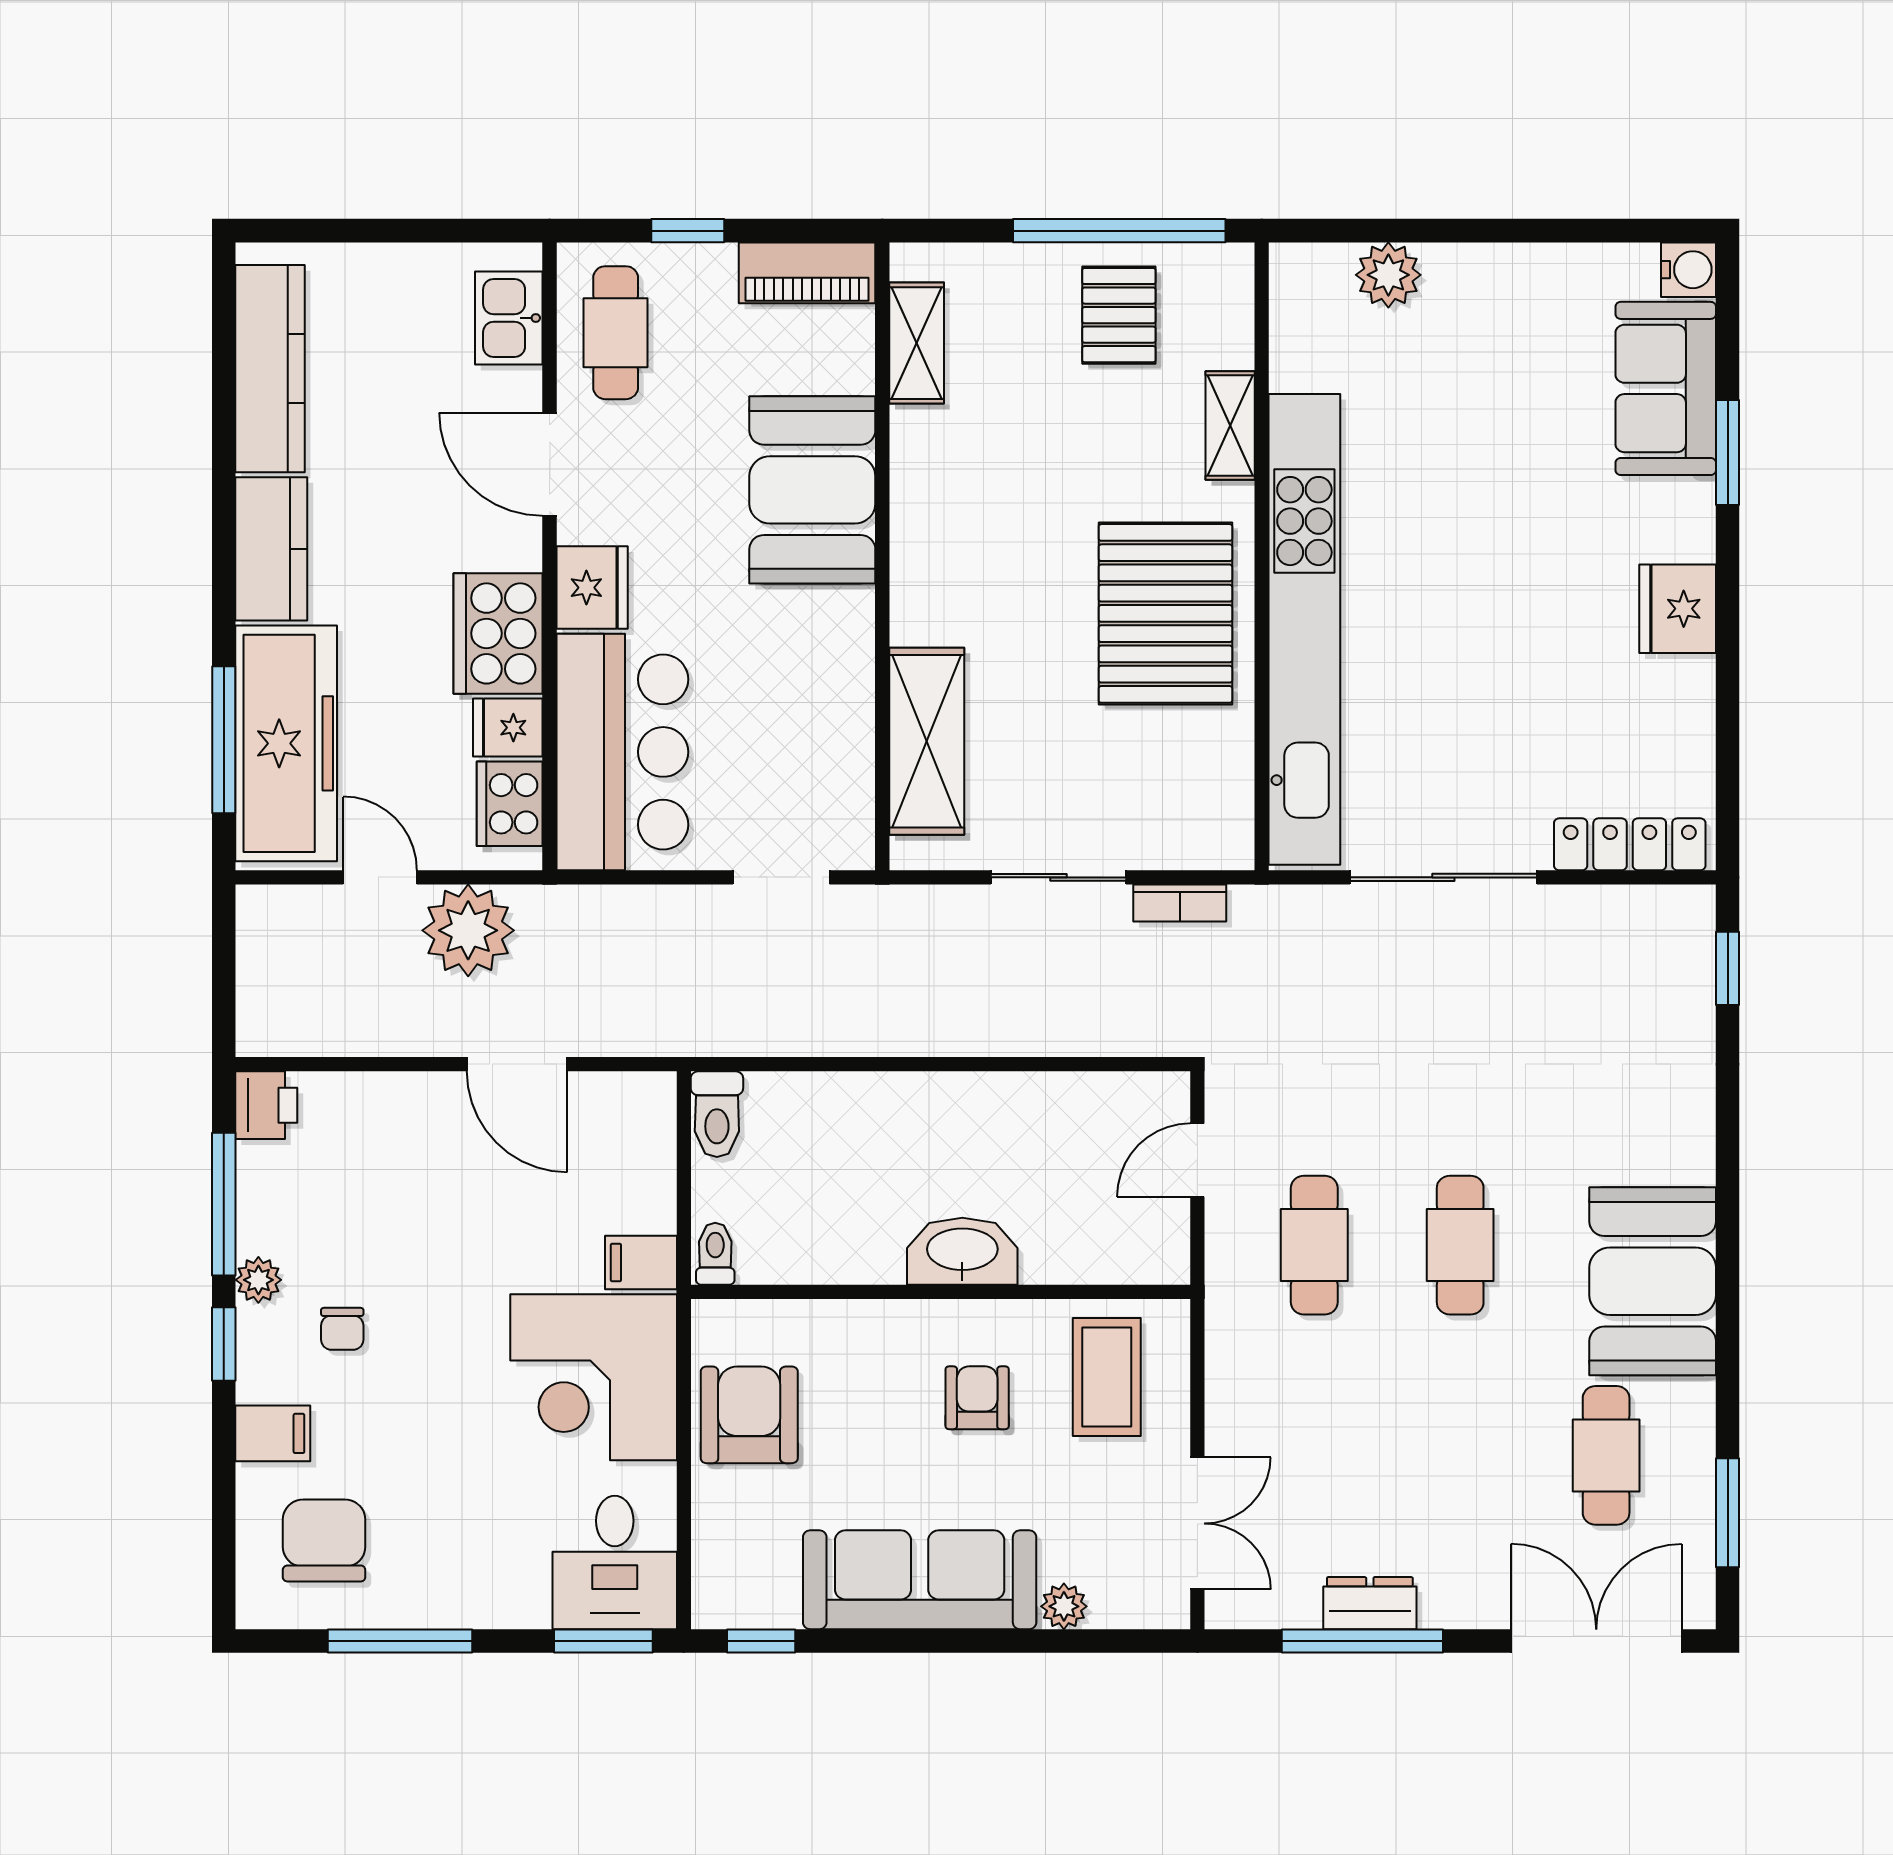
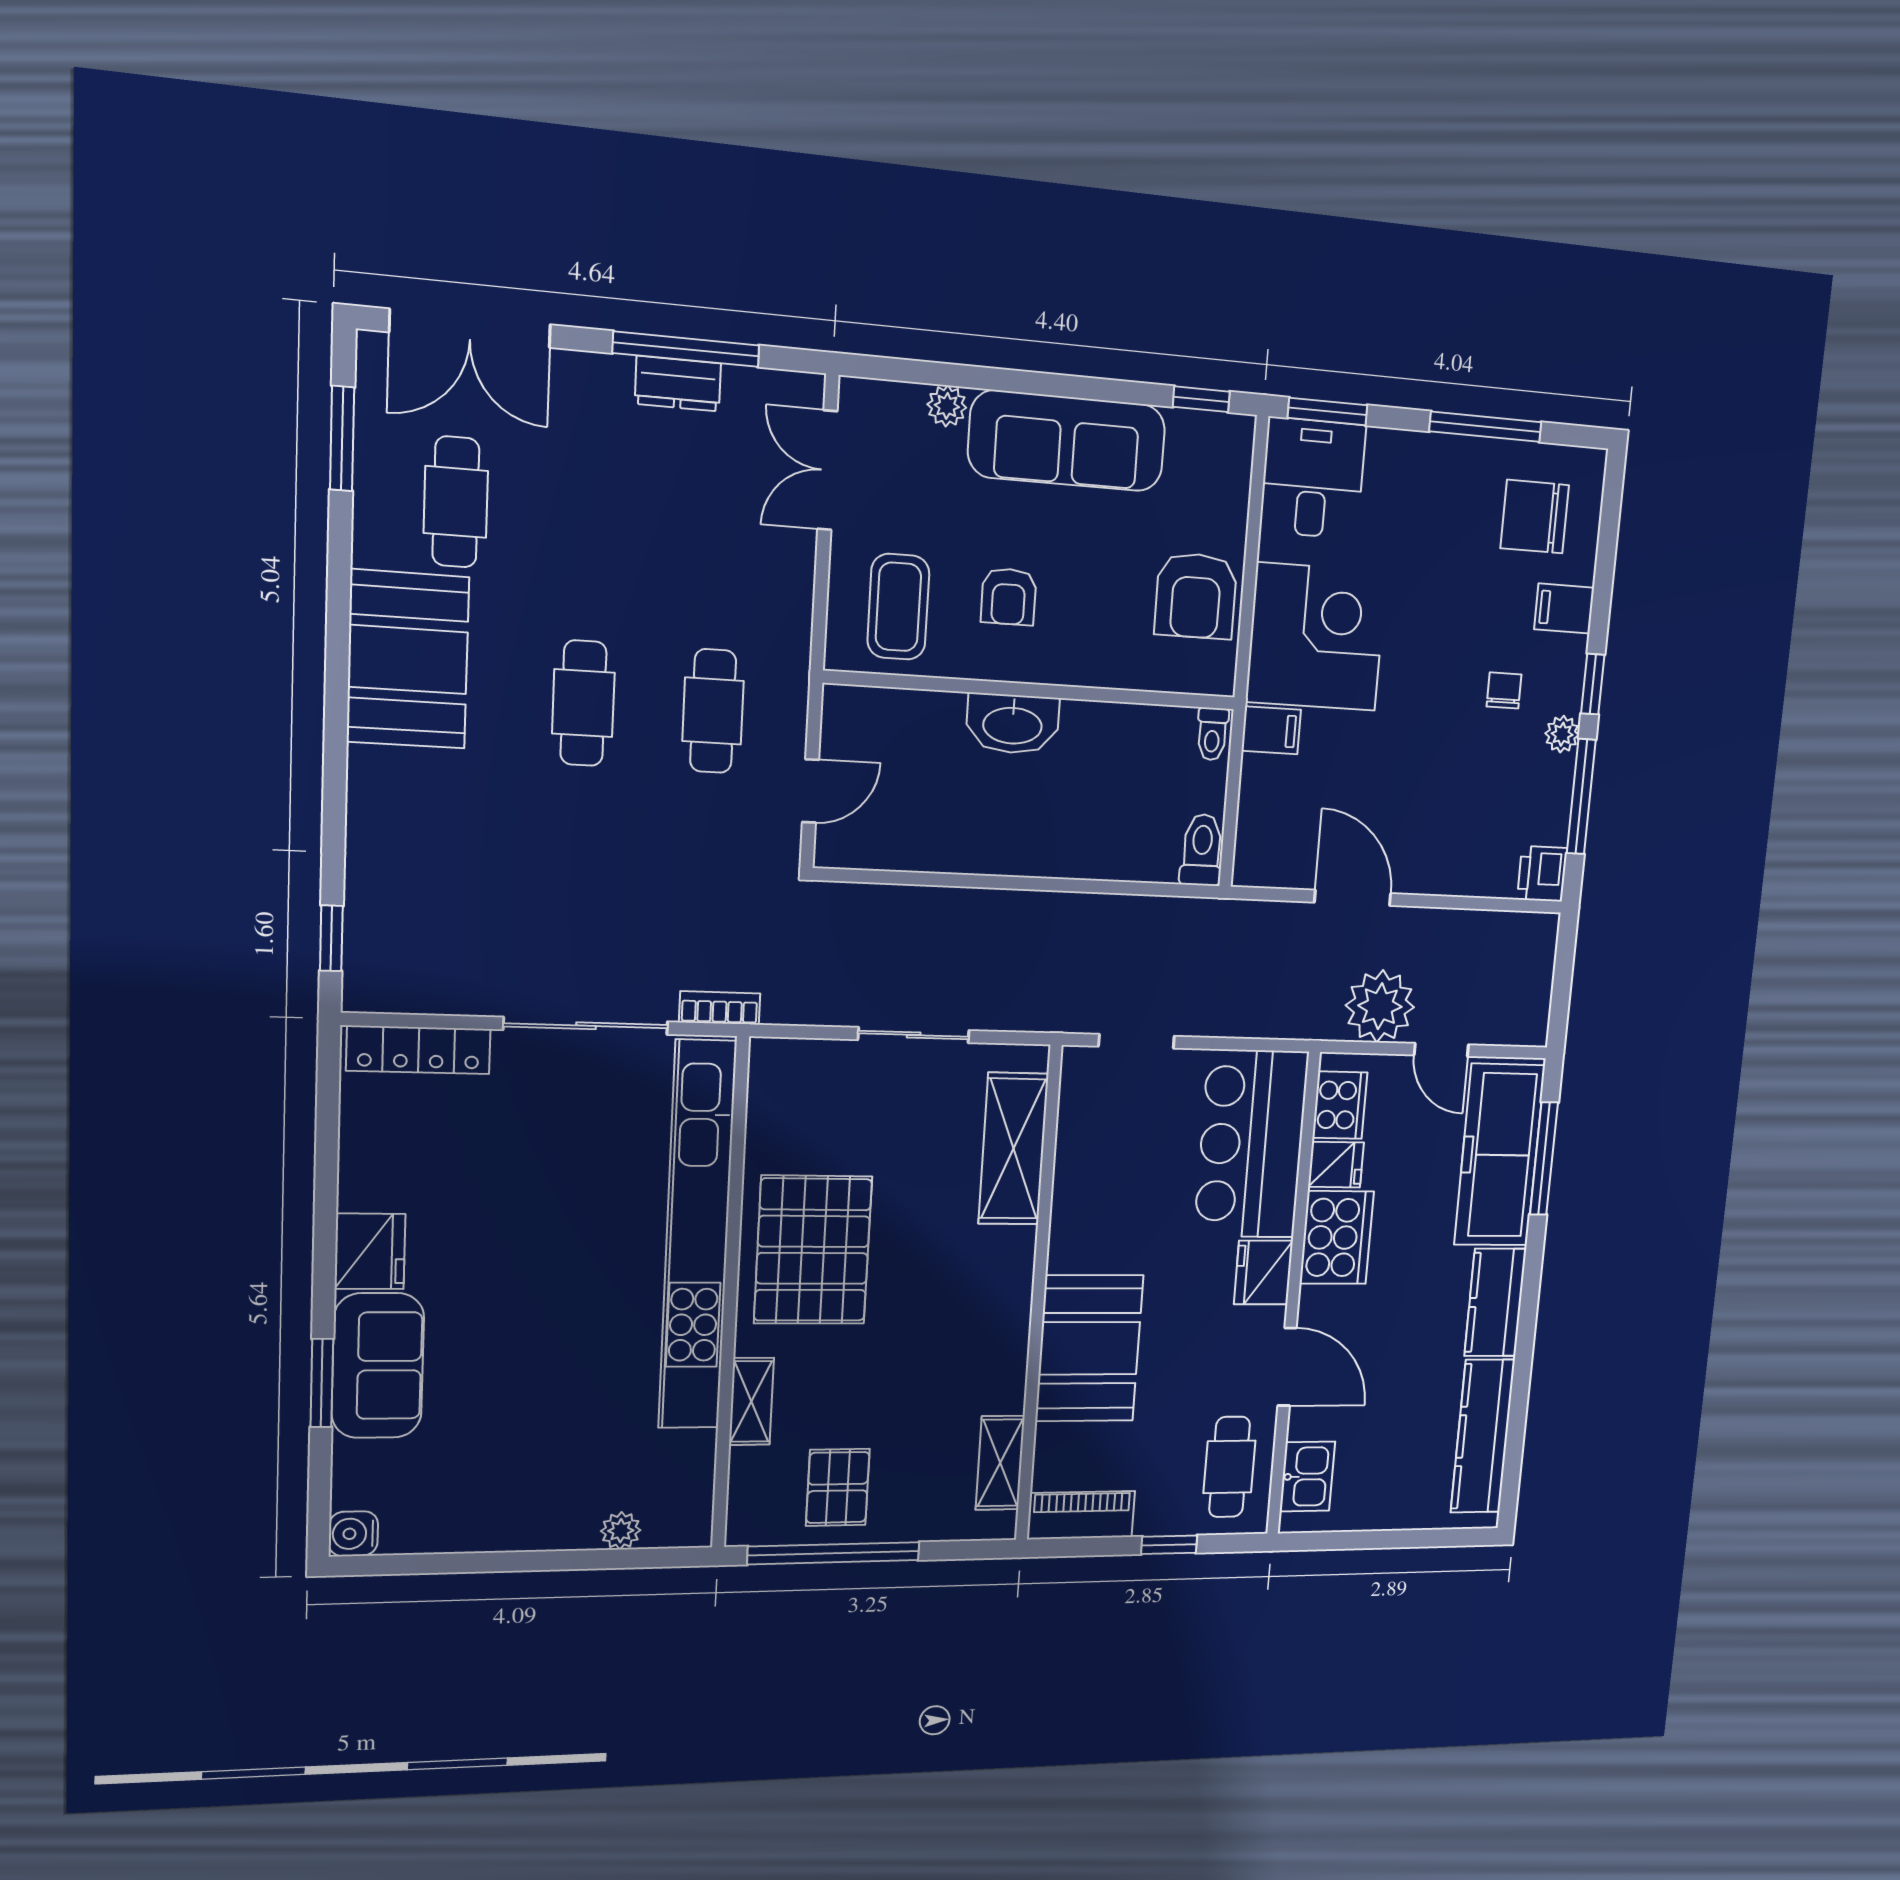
plant: (1388, 275) -> (621, 1531), width x0.73, depth x0.73
sofa: (1666, 388) -> (378, 1366), moved
bookcase: (1180, 903) -> (720, 1008), moved
chair: (324, 1541) -> (1535, 517), turned 90

